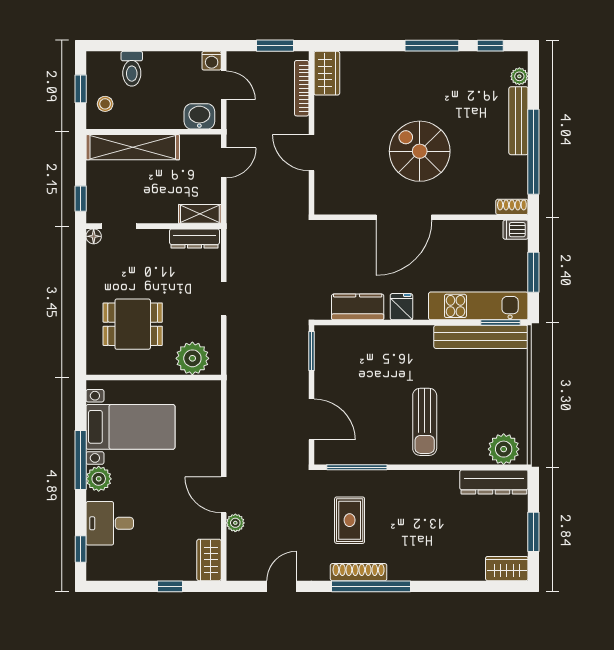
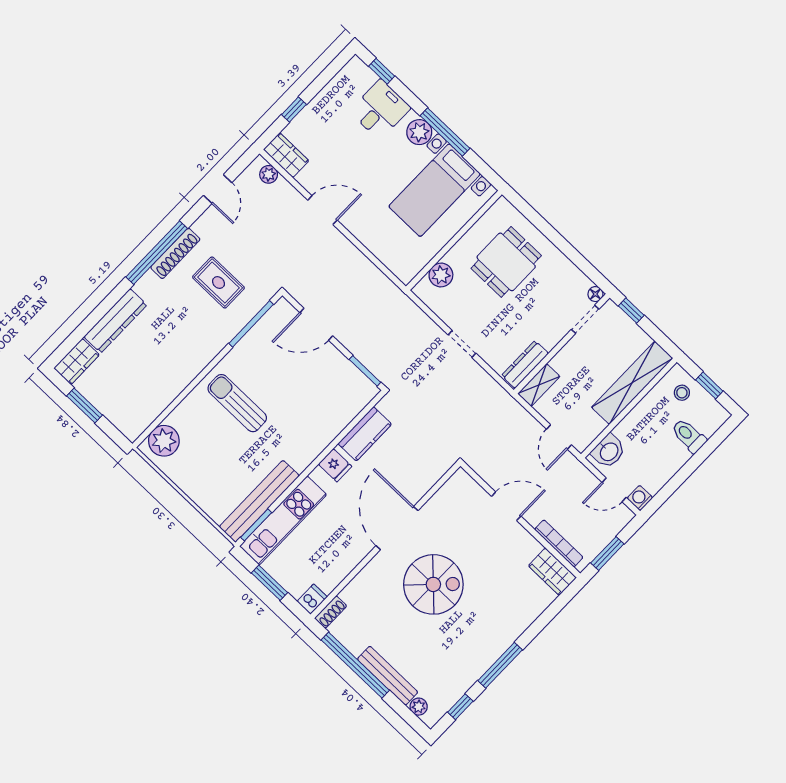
plant: (192, 358) -> (441, 275), width x0.73, depth x0.73
dresser: (494, 482) -> (115, 321), moved, turned 180
plant: (235, 523) -> (269, 174), moved

